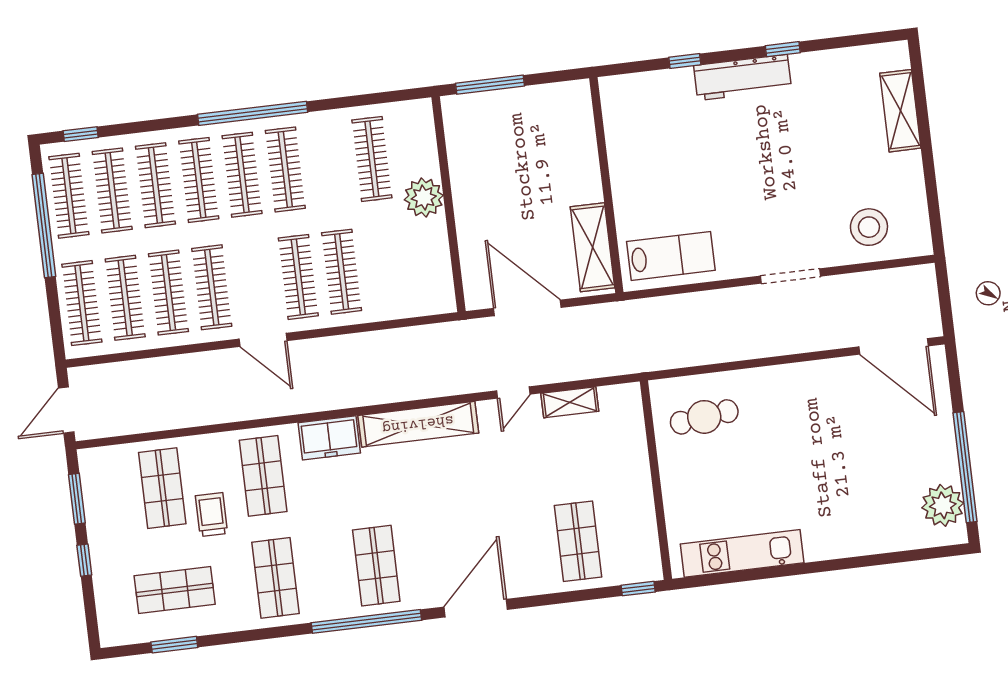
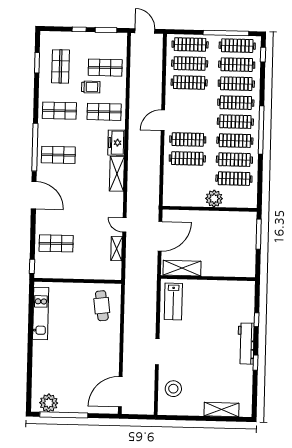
clothes rail: (212, 287) -> (234, 160), moved
shelving: (418, 424) -> (117, 174), width x0.68

